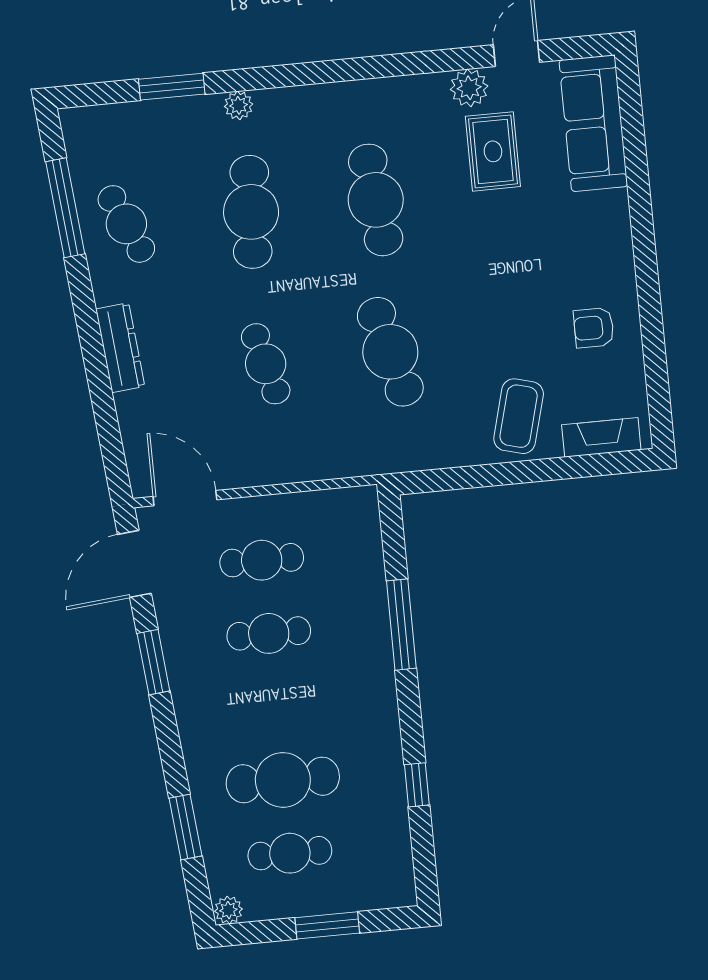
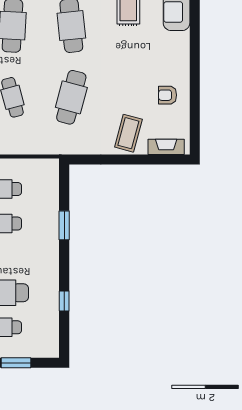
cafe table: (390, 352) -> (71, 97), turned 30
window: (401, 625) -> (64, 225), width x0.69

